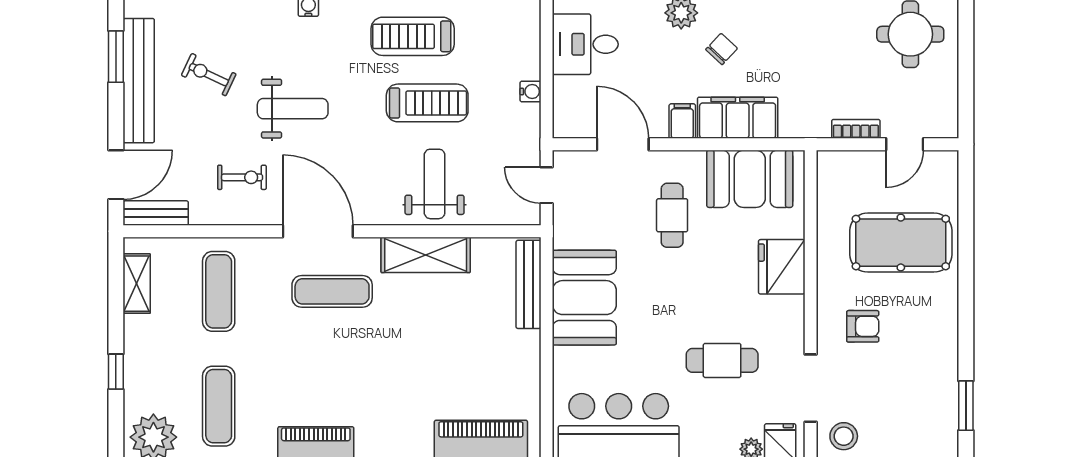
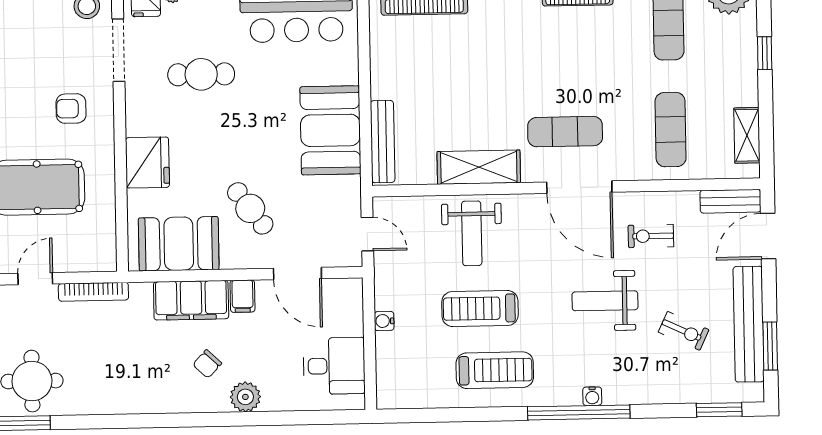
bookcase: (856, 129) -> (93, 292), width x1.56
cafe table: (672, 215) -> (250, 208), turned -37

